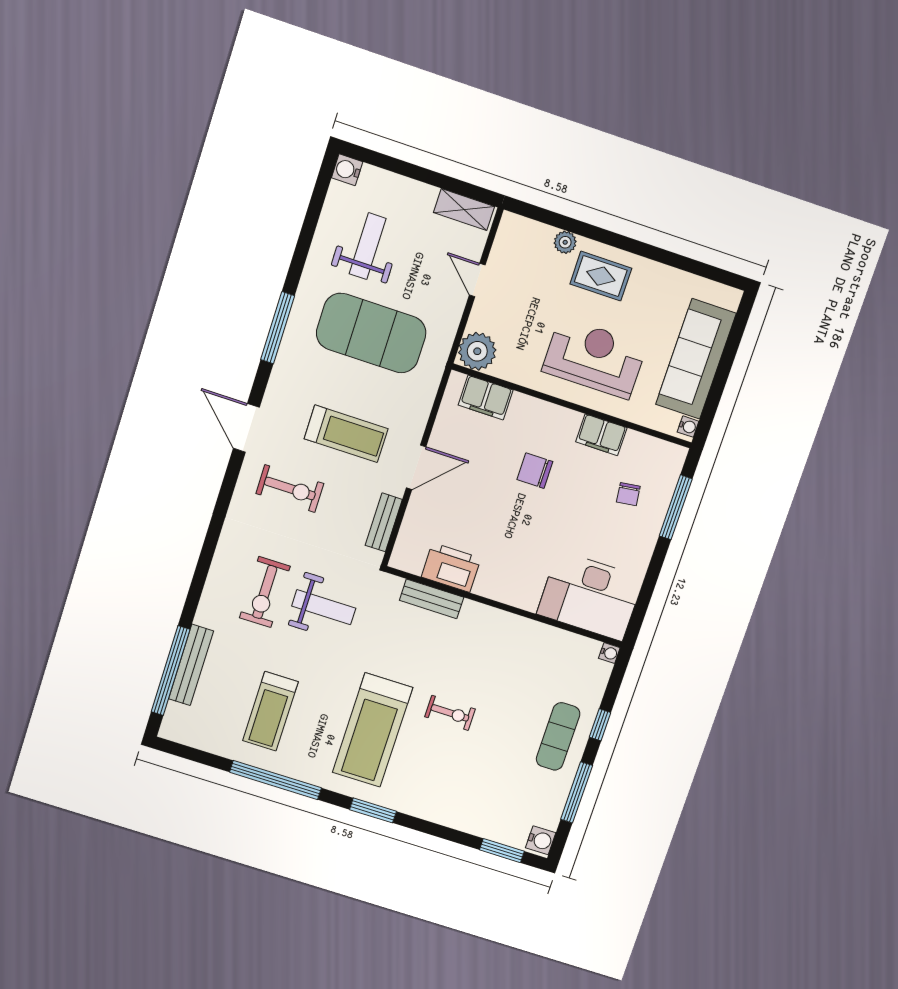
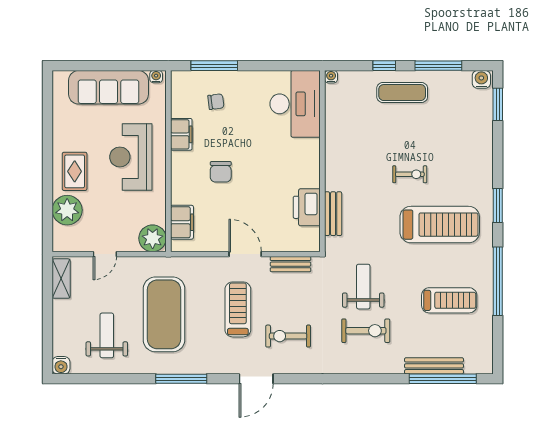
plant: (565, 242) -> (67, 210), width x1.87, depth x1.87
weight bench: (368, 246) -> (107, 335), turned 90
exercise bike: (290, 488) -> (288, 336), turned -90
exercise bike: (450, 713) -> (410, 174), turned 90

